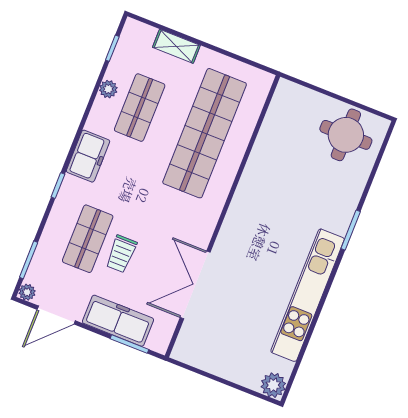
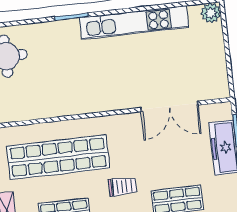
trolley: (121, 254) -> (123, 186), moved

